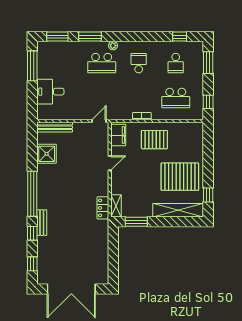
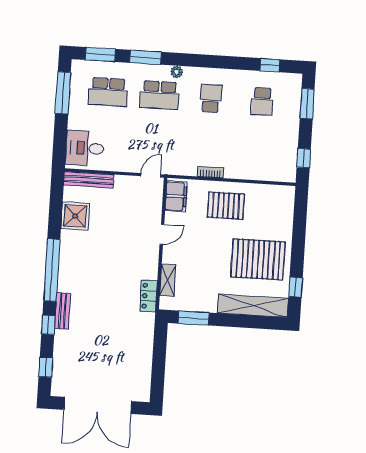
desk: (50, 92) -> (85, 148), moved
school desk: (176, 98) -> (108, 92), moved
shelving: (116, 206) -> (168, 280), moved

